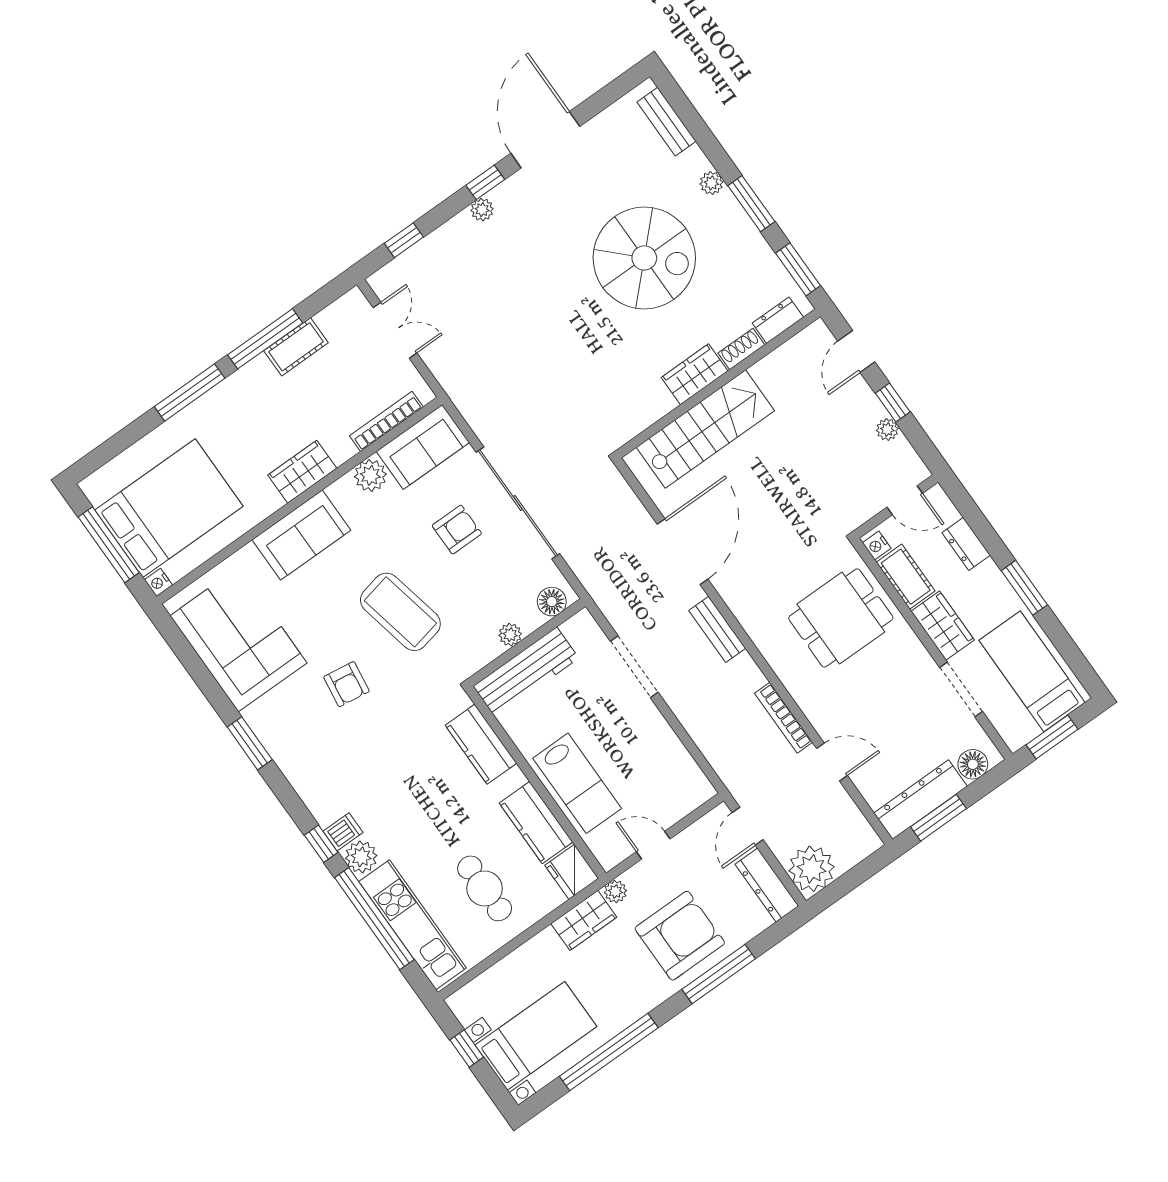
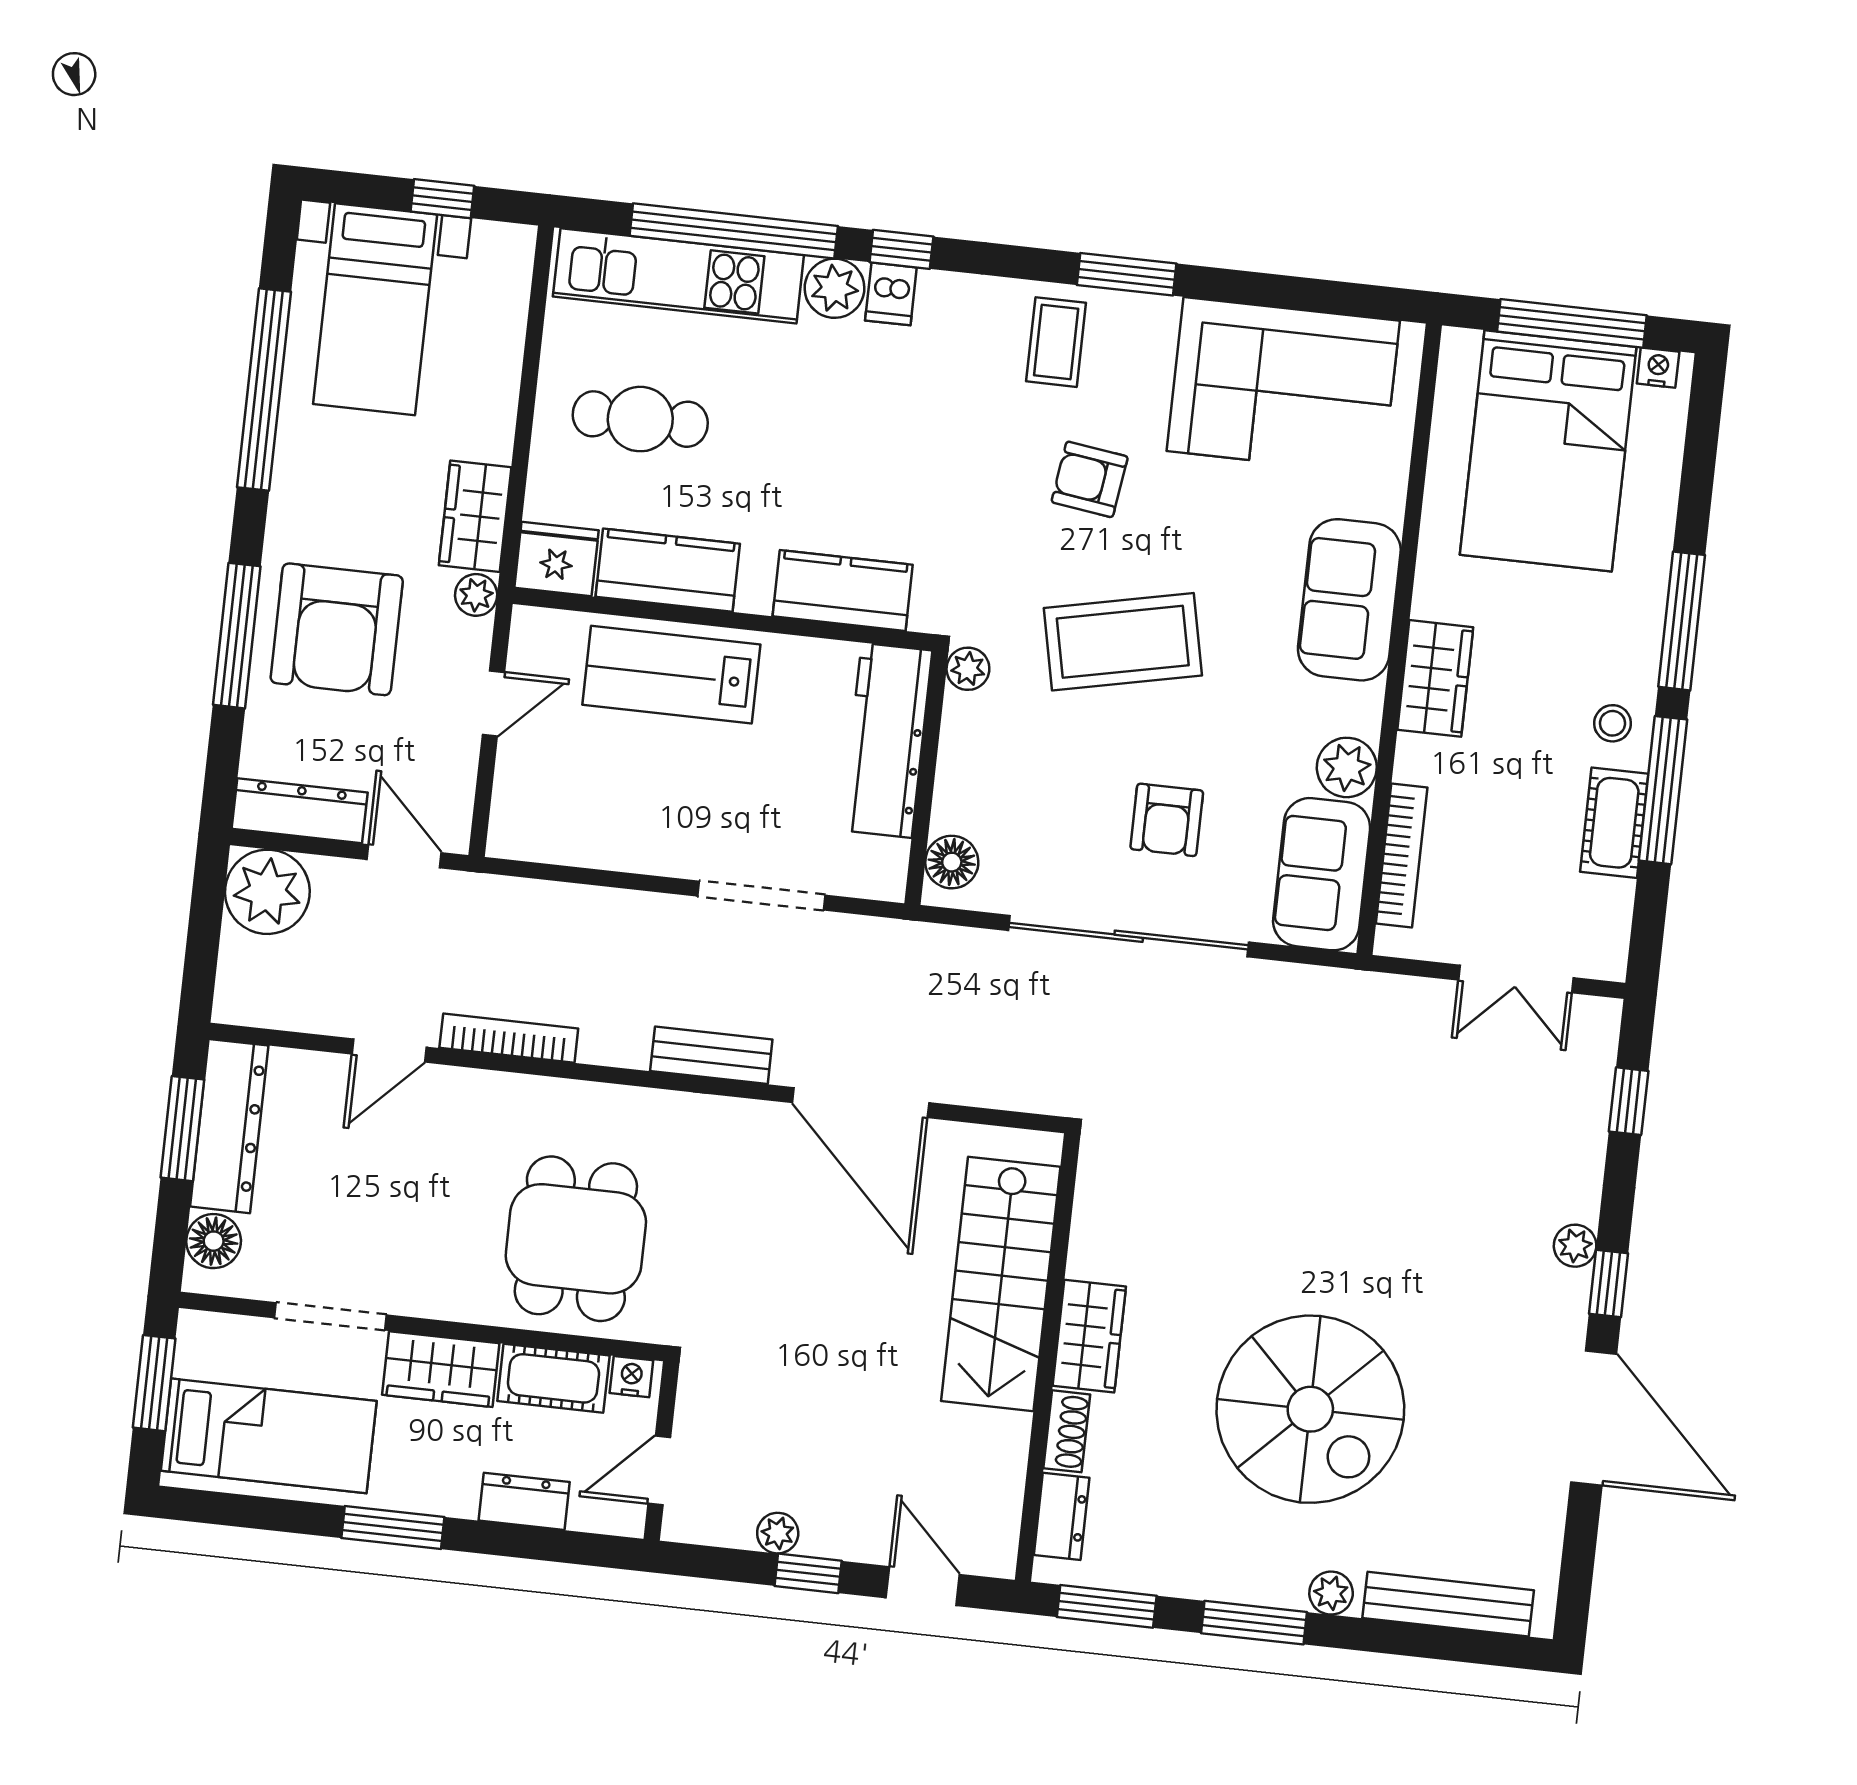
bench: (667, 122) -> (1448, 1604), width x1.36
spiral stairs: (644, 258) -> (1310, 1409), turned -90
stool: (256, 383) -> (1613, 723), added
nightstand: (158, 582) -> (1658, 368), moved
plant: (510, 635) -> (968, 669), moved
coffee table: (303, 747) -> (1056, 342), added

